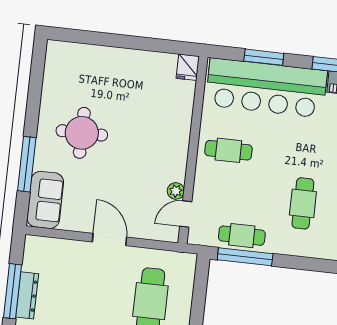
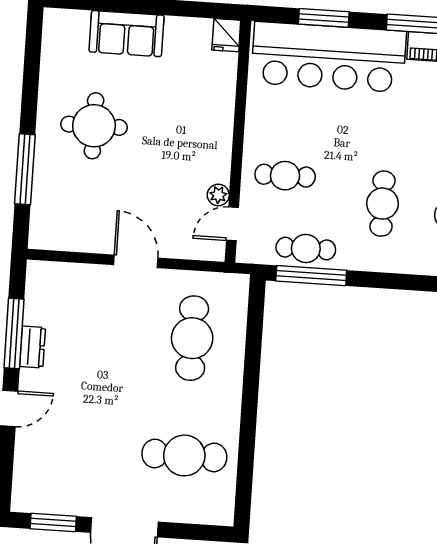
cafe table: (228, 150) -> (285, 176), moved
sofa: (45, 200) -> (127, 34), moved, turned 90
dresser: (27, 295) -> (33, 347), width x0.70

